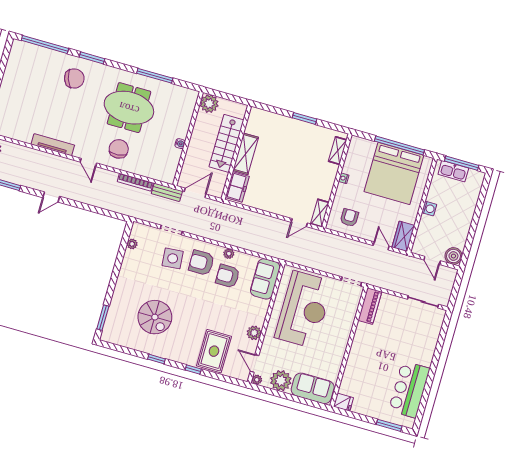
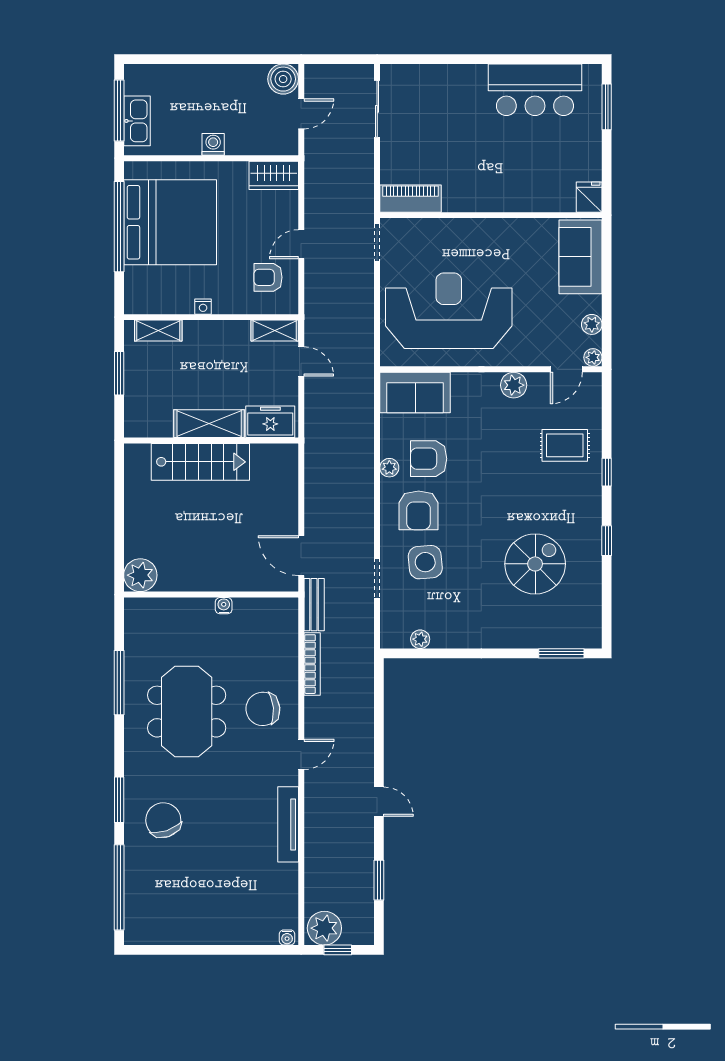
window: (305, 118) -> (119, 373), moved
stairs: (226, 143) -> (200, 462), moved
wall: (236, 152) -> (211, 440), moved
shelving: (246, 154) -> (209, 424), moved
freezer: (237, 187) -> (270, 422), moved
door: (381, 246) -> (301, 244), moved
armchair: (228, 276) -> (429, 459), turned 90
rug: (214, 351) -> (565, 445), width x0.73, depth x0.70
plant: (281, 381) -> (592, 324), width x0.53, depth x0.53

